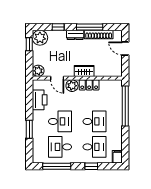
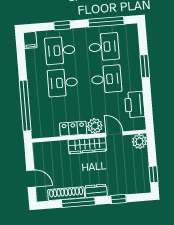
plant: (40, 38) -> (141, 184), removed
wardrobe: (84, 71) -> (87, 145), width x1.50
desk: (60, 121) -> (106, 79), turned 180

